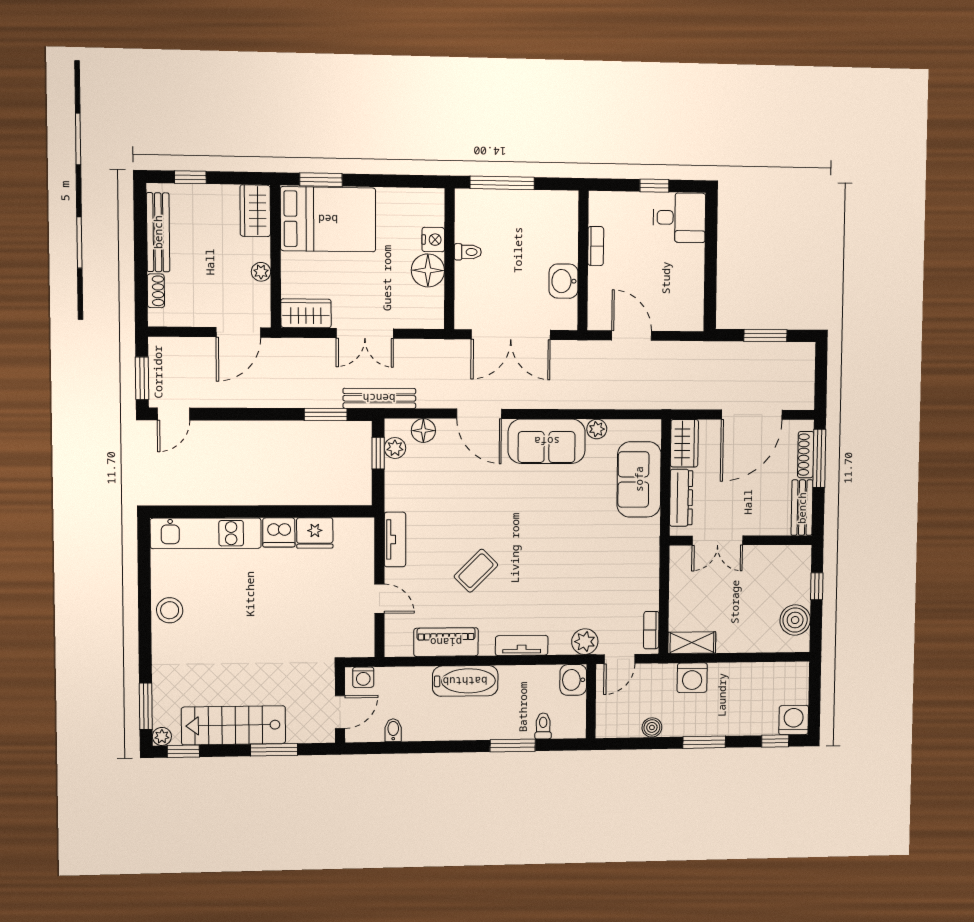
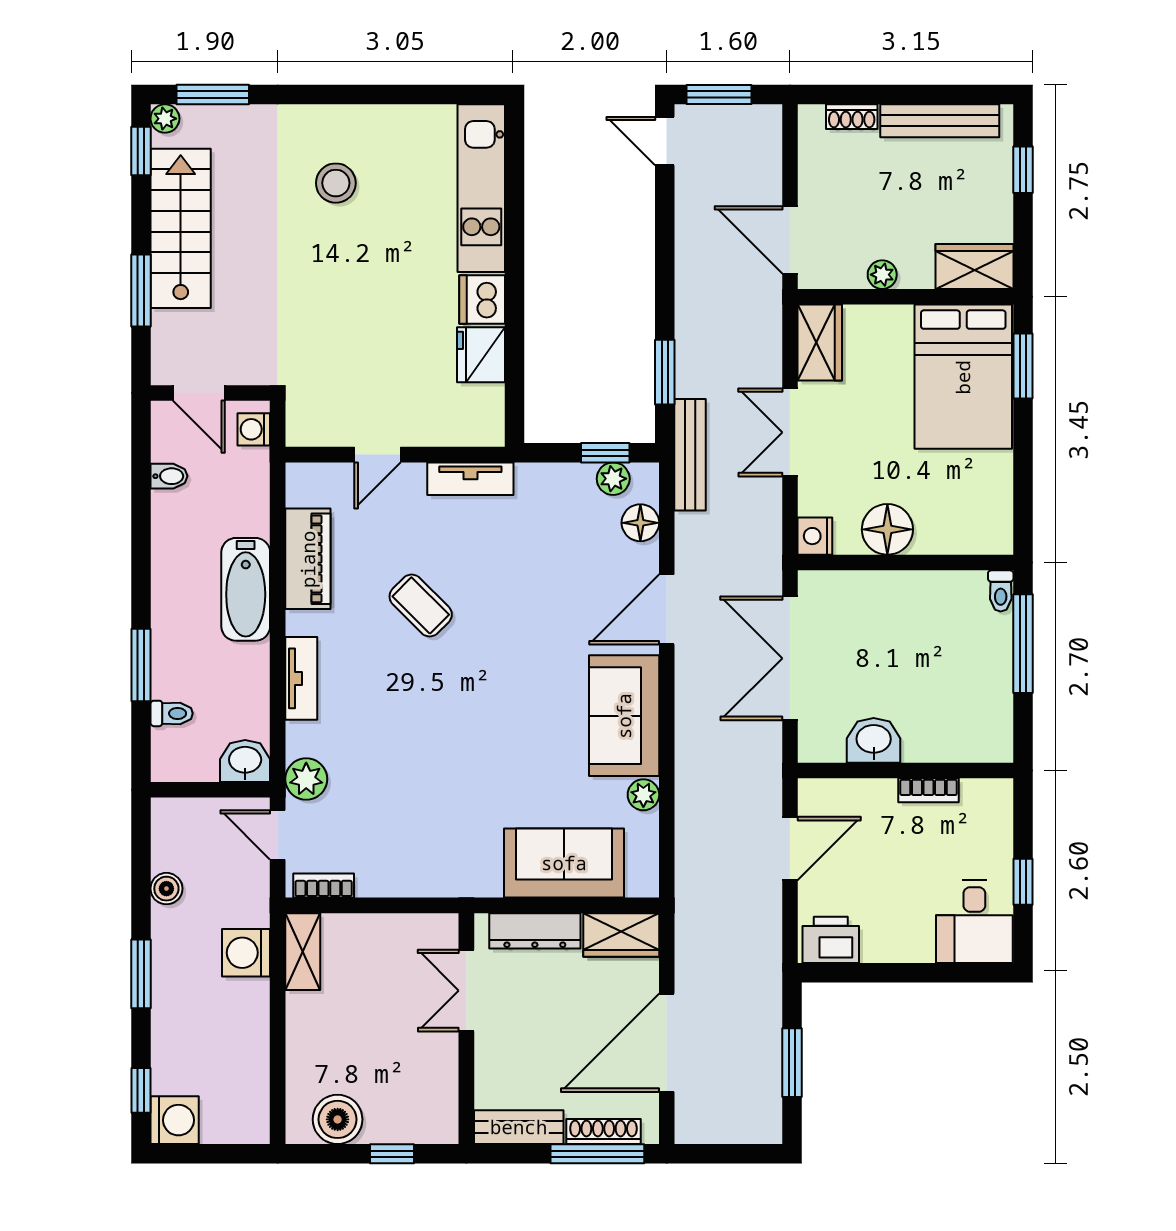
nightstand: (433, 240) -> (815, 536), moved, turned 90
toilet: (468, 252) -> (1001, 591), moved
printer: (689, 310) -> (831, 940), added
door: (752, 415) -> (667, 1043), hinge flipped
stool: (170, 610) -> (336, 183), moved

